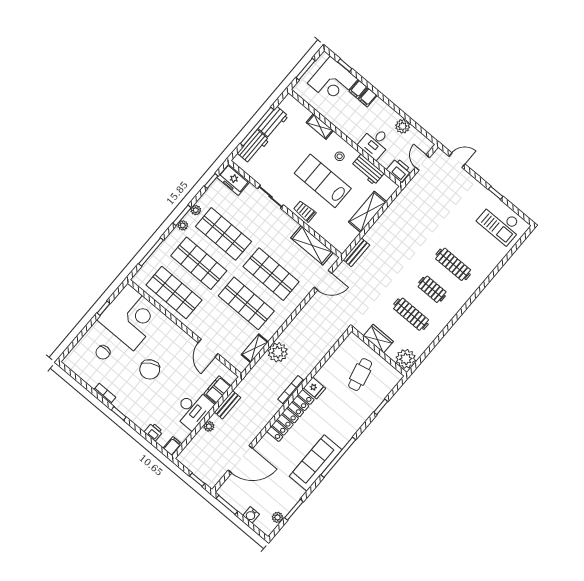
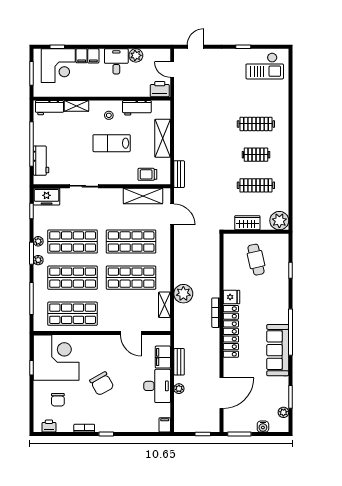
workbench: (273, 122) -> (49, 108), moved, turned 90
desk: (375, 143) -> (116, 61), moved, turned 180
lab bench: (323, 181) -> (112, 143), width x0.73, depth x0.72
trolley: (305, 211) -> (147, 174), moved
door: (323, 280) -> (172, 214), hinge flipped
printer: (154, 432) -> (49, 426), moved

